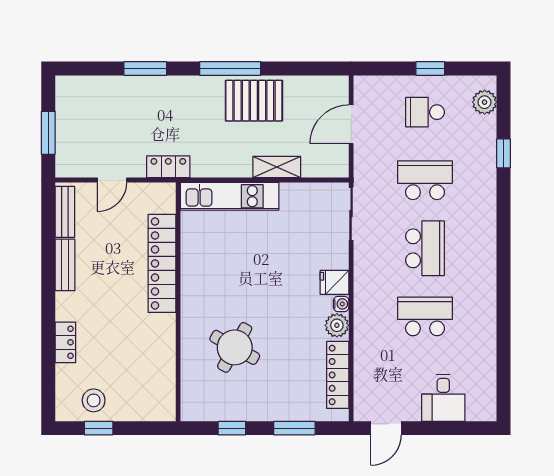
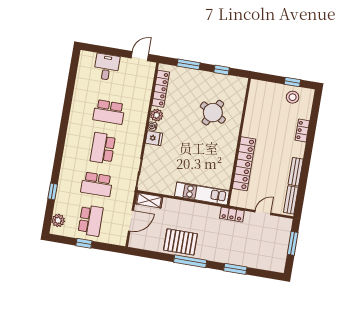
school desk: (425, 112) -> (91, 220), width x1.85
shelving: (277, 167) -> (149, 200), moved

